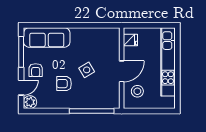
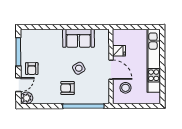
sofa: (47, 37) -> (78, 38), moved, width x0.73
fridge: (130, 40) -> (119, 51), moved
door: (122, 71) -> (111, 70), hinge flipped
armchair: (64, 84) -> (67, 88), moved

